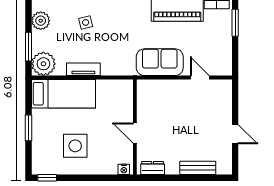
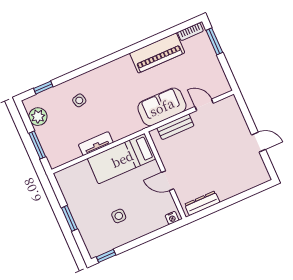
plant: (43, 64) -> (58, 154), removed
bed: (63, 94) -> (122, 159), moved, turned 180
side table: (75, 146) -> (119, 216), width x0.54, depth x0.54
dresser: (153, 168) -> (202, 203), width x1.44
bench: (198, 168) -> (175, 127), moved

